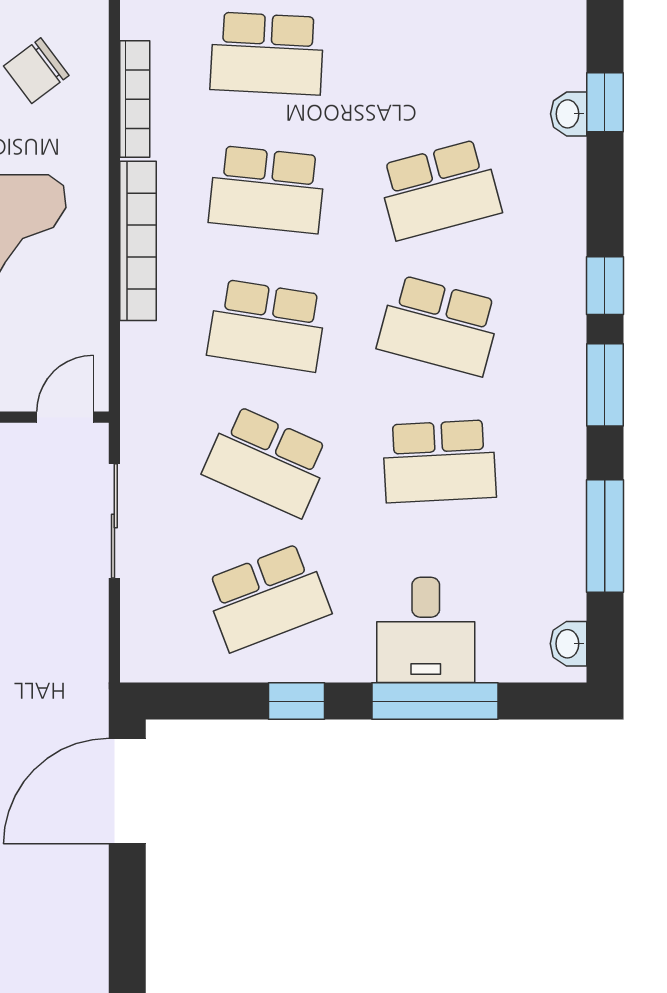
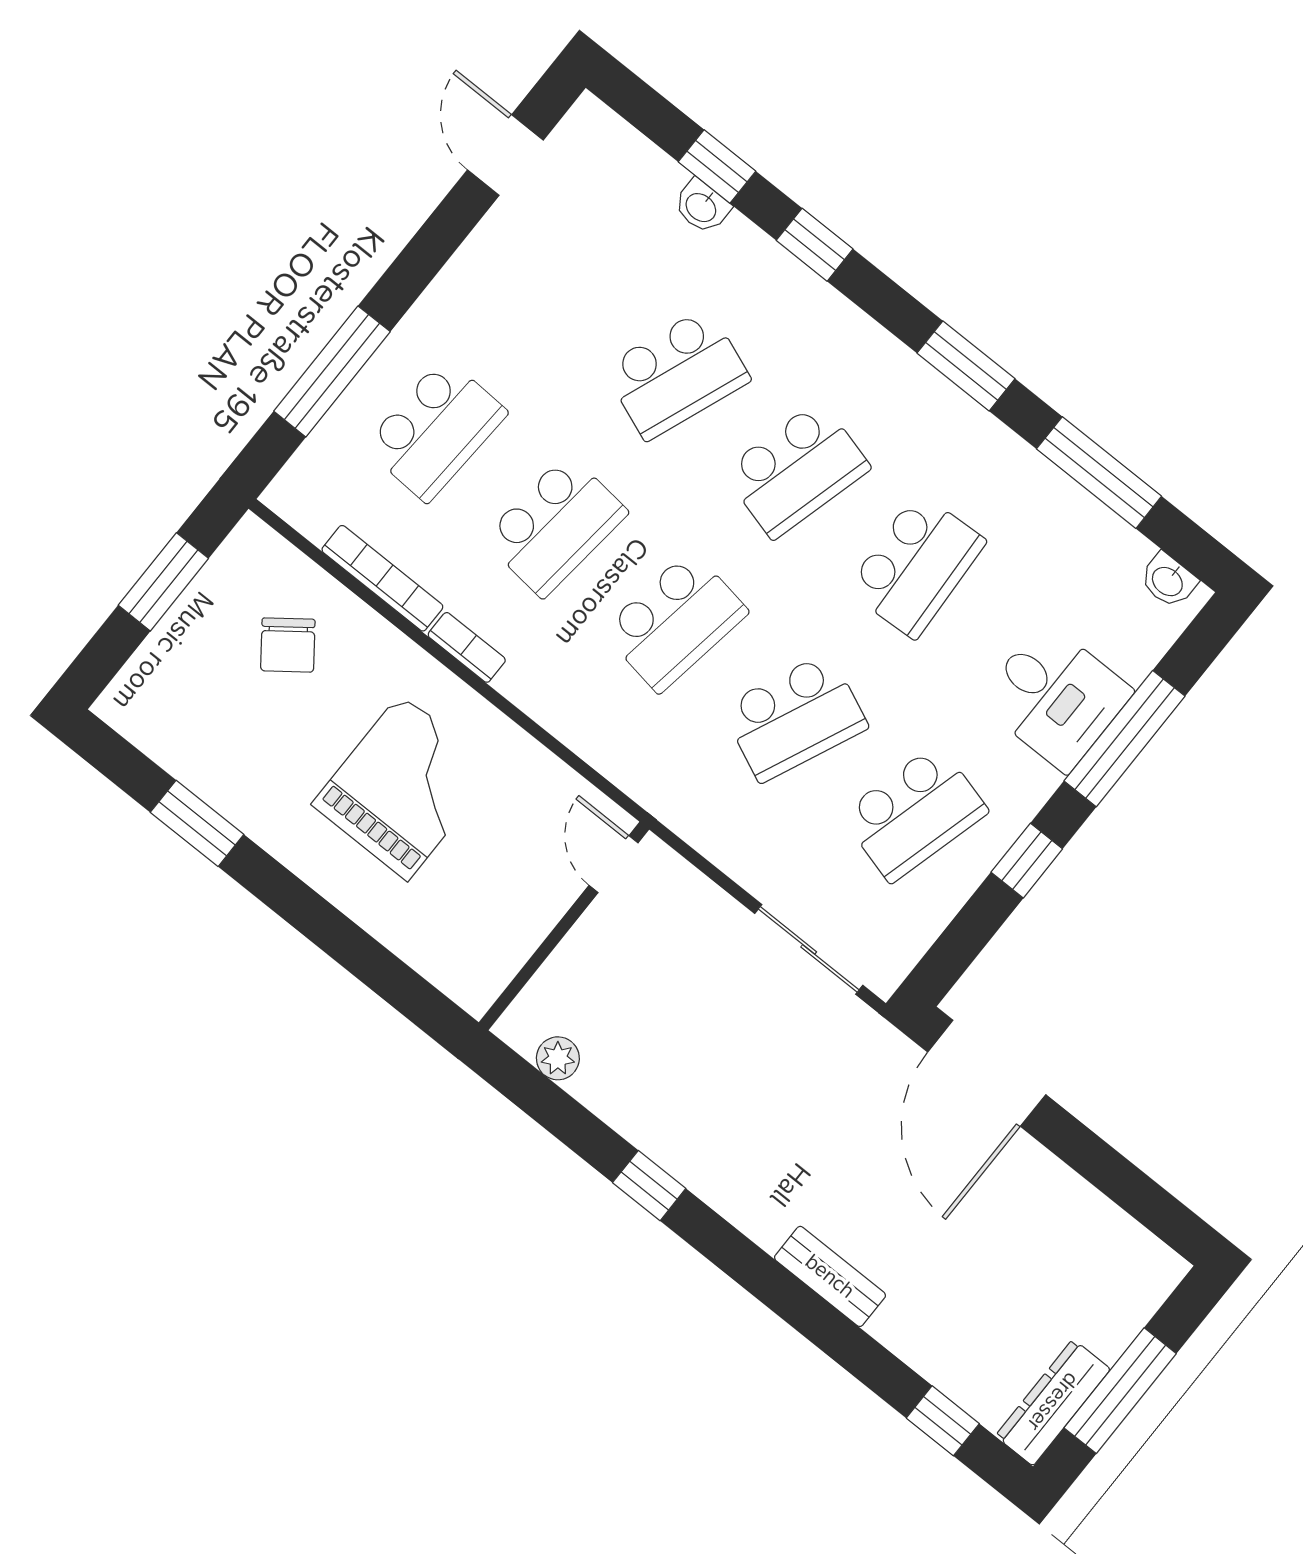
school desk: (439, 189) -> (677, 374), turned 36
bookcase: (138, 241) -> (467, 647), width x0.43, depth x0.76
window: (605, 286) -> (815, 245), moved
sliding door: (114, 521) -> (809, 949), moved
school desk: (267, 597) -> (914, 813), turned 36

